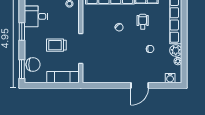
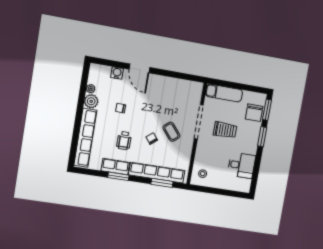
window: (22, 32) -> (262, 137), moved
coffee table: (103, 36) -> (171, 132), added
chair: (33, 65) -> (254, 113), turned -90
water cooler: (170, 78) -> (117, 73), moved
door: (140, 85) -> (139, 68), swing flipped

